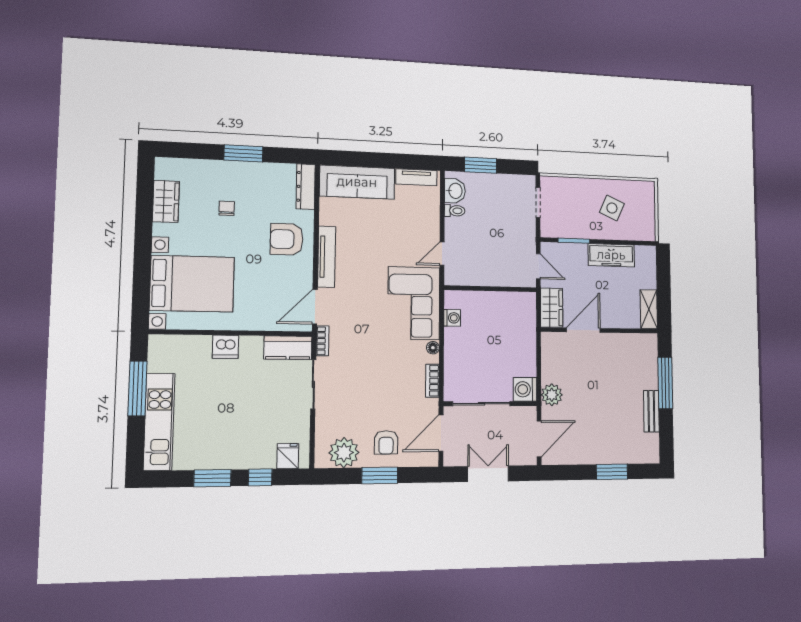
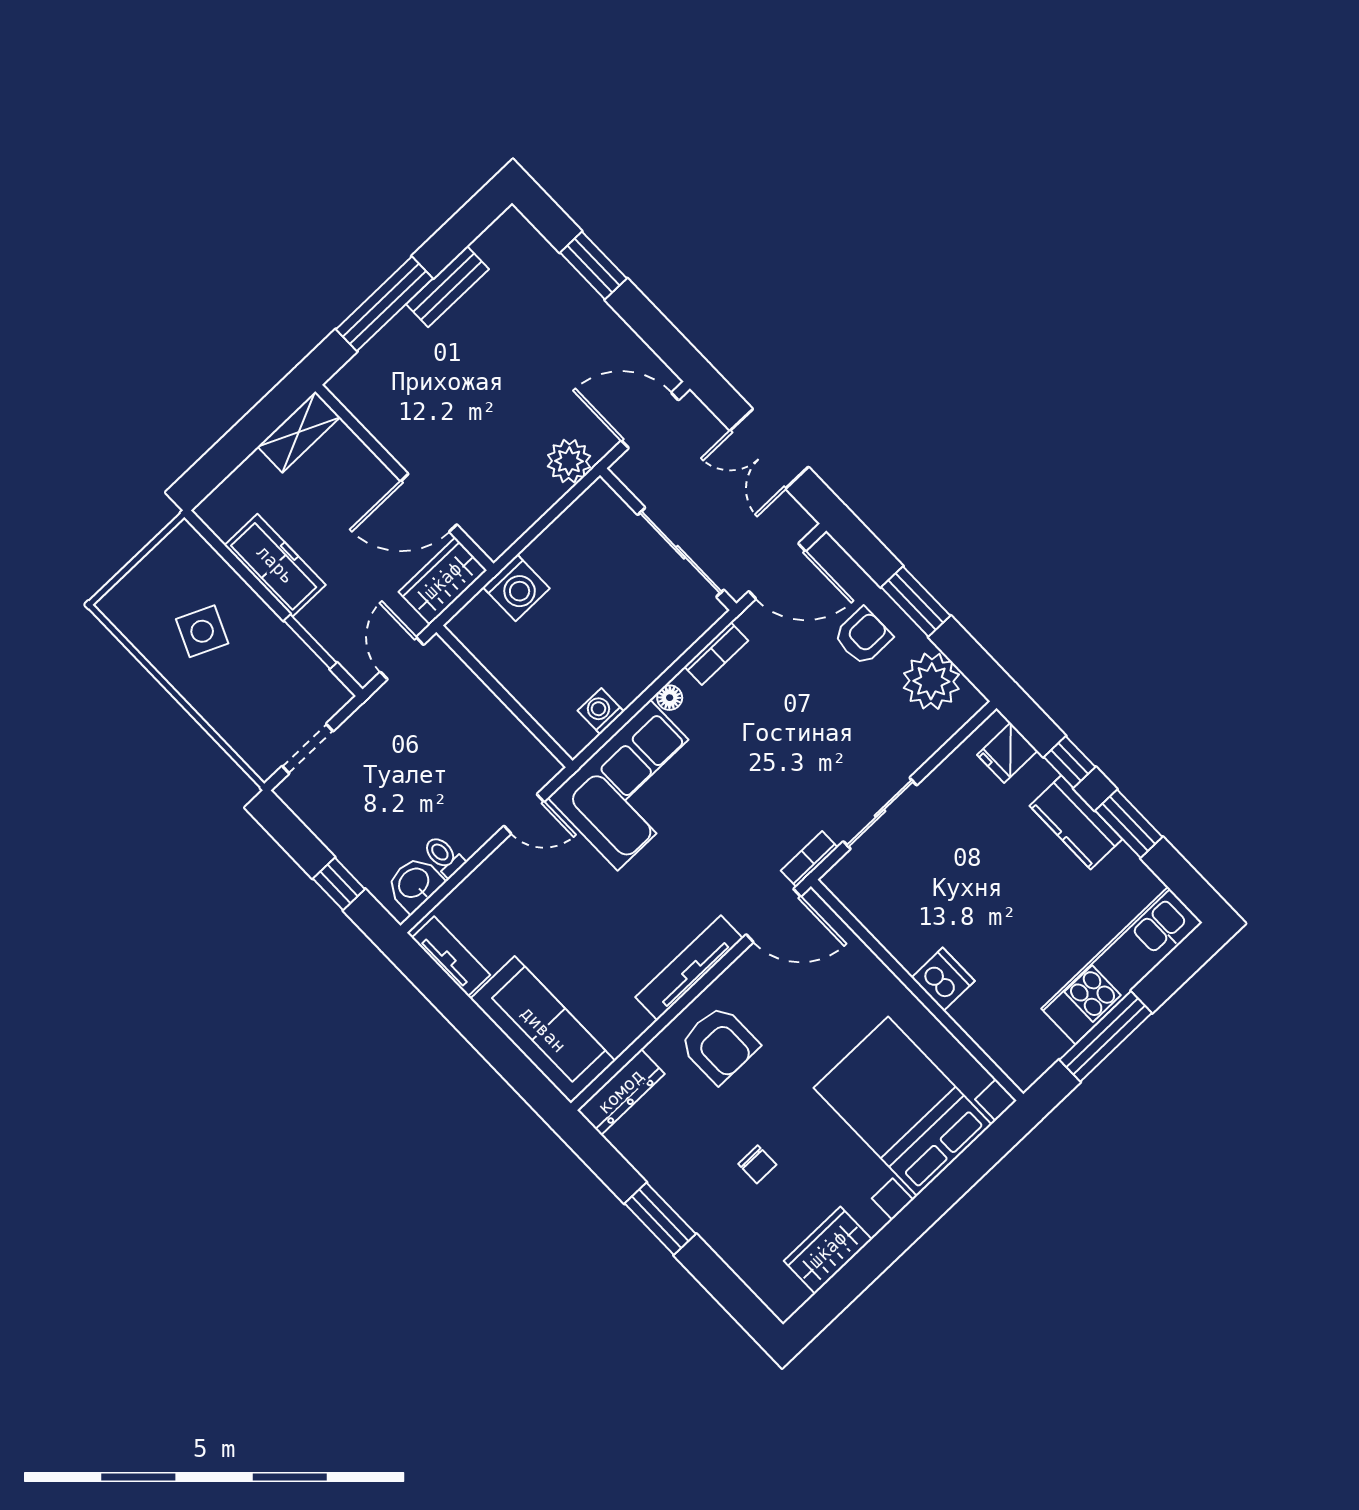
window: (481, 165) -> (339, 884), width x0.67
chair: (227, 208) -> (757, 1164), turned -90
kitchen counter: (288, 348) -> (1076, 822), moved, turned 180
washing machine: (525, 389) -> (516, 588), moved

